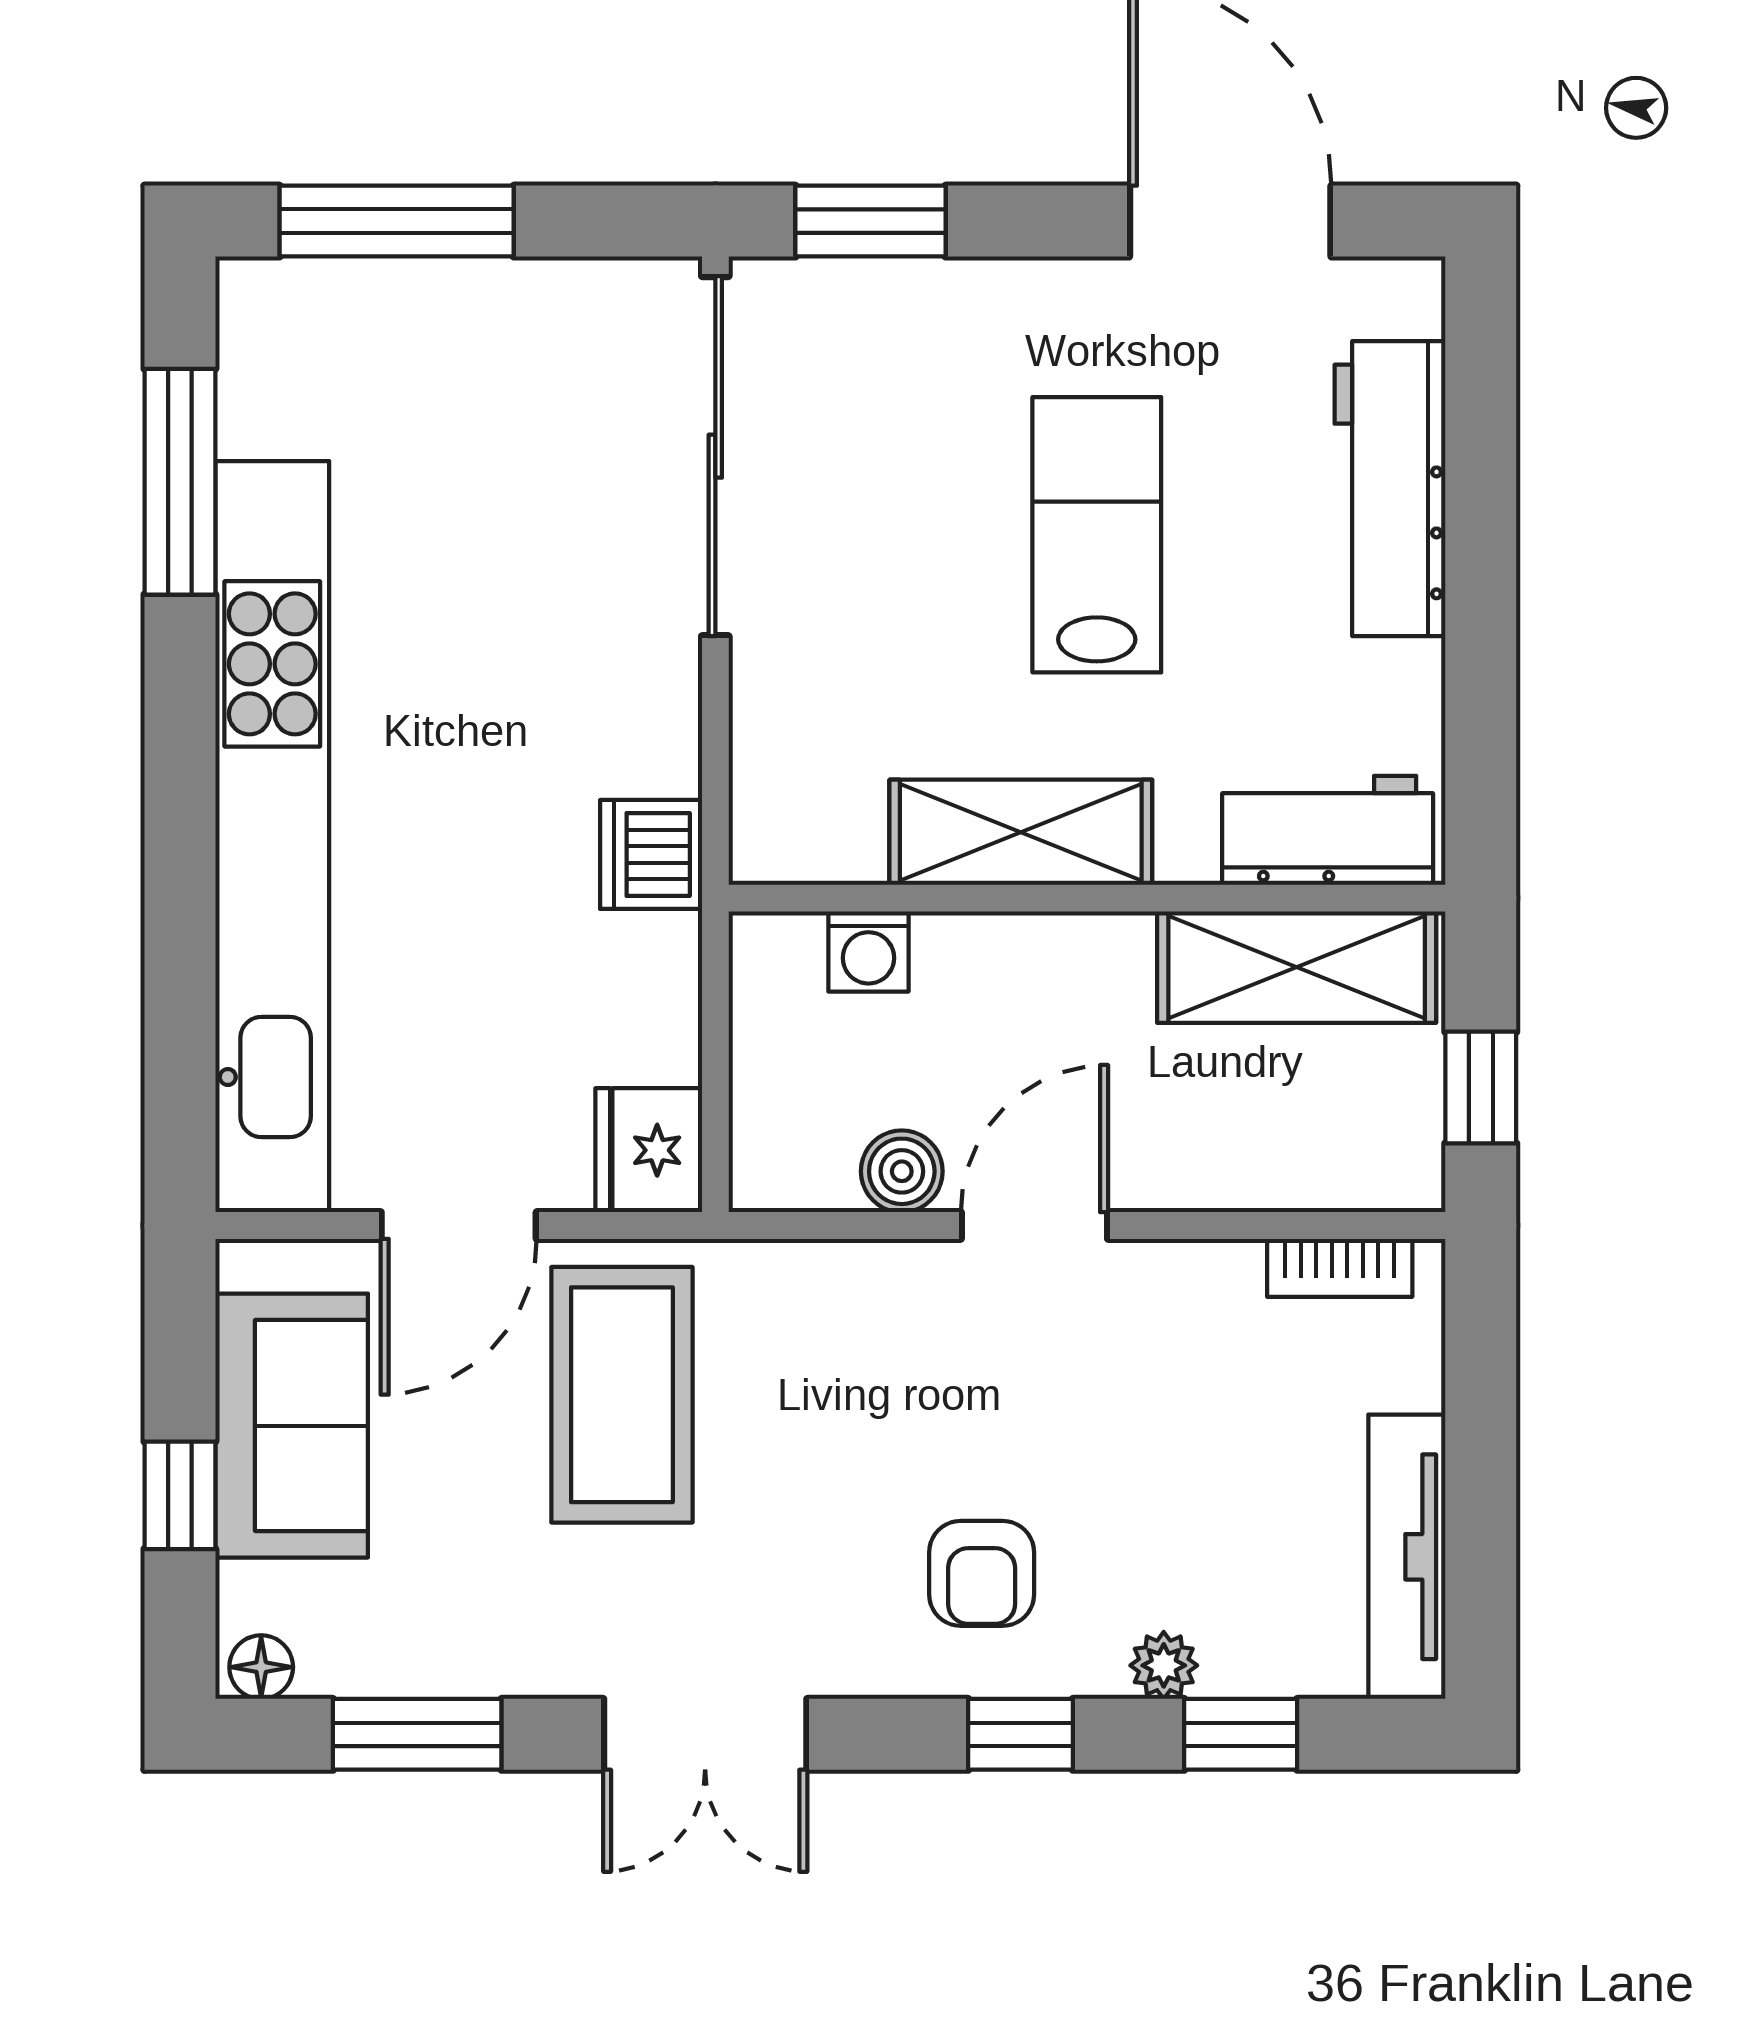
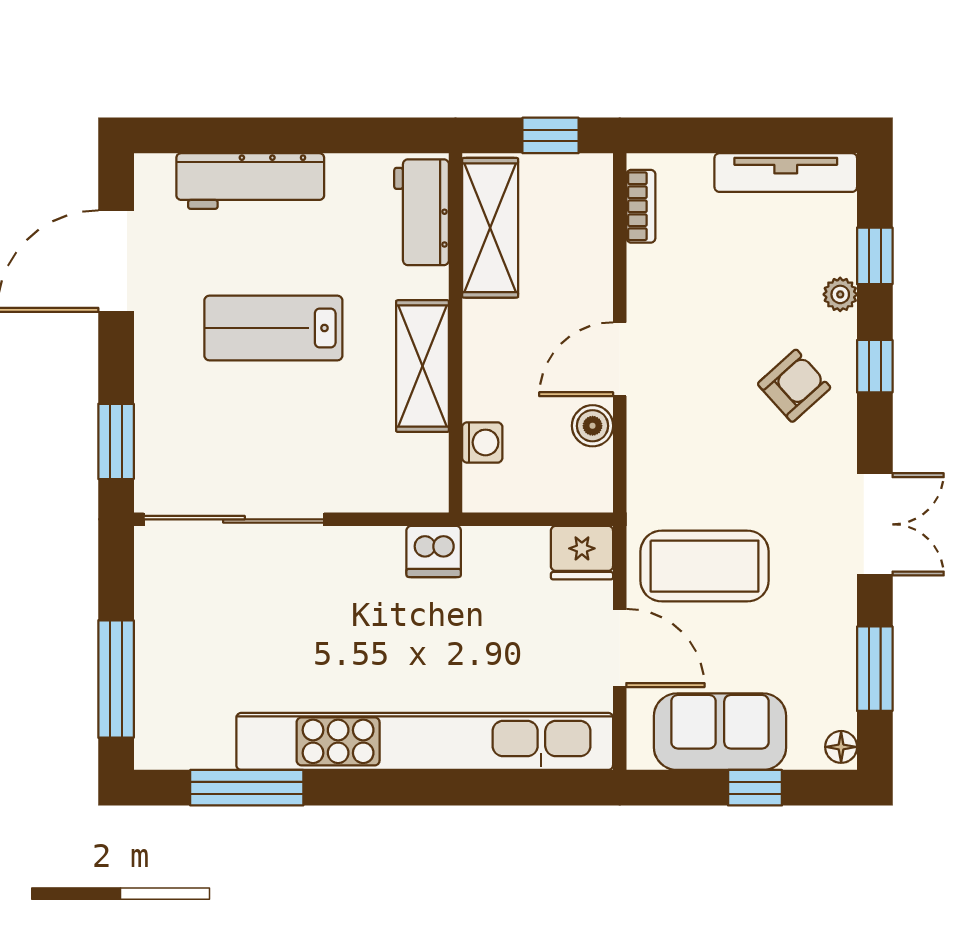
door: (1034, 1225) -> (620, 359), hinge flipped
armchair: (982, 1573) -> (794, 386), turned -42

